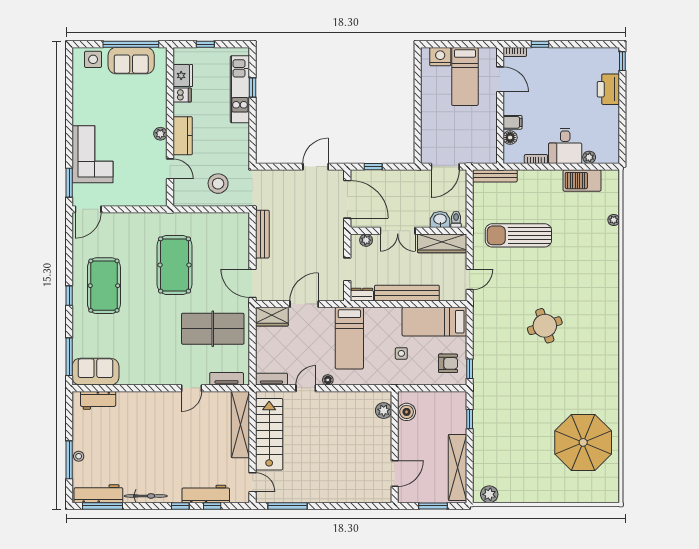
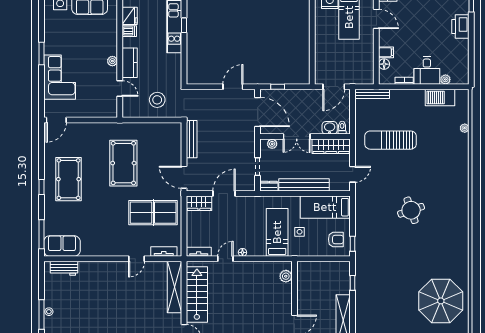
window: (69, 183) -> (41, 54), moved
bed: (349, 338) -> (277, 232), moved, turned 180
boiler: (407, 412) -> (304, 277), removed

